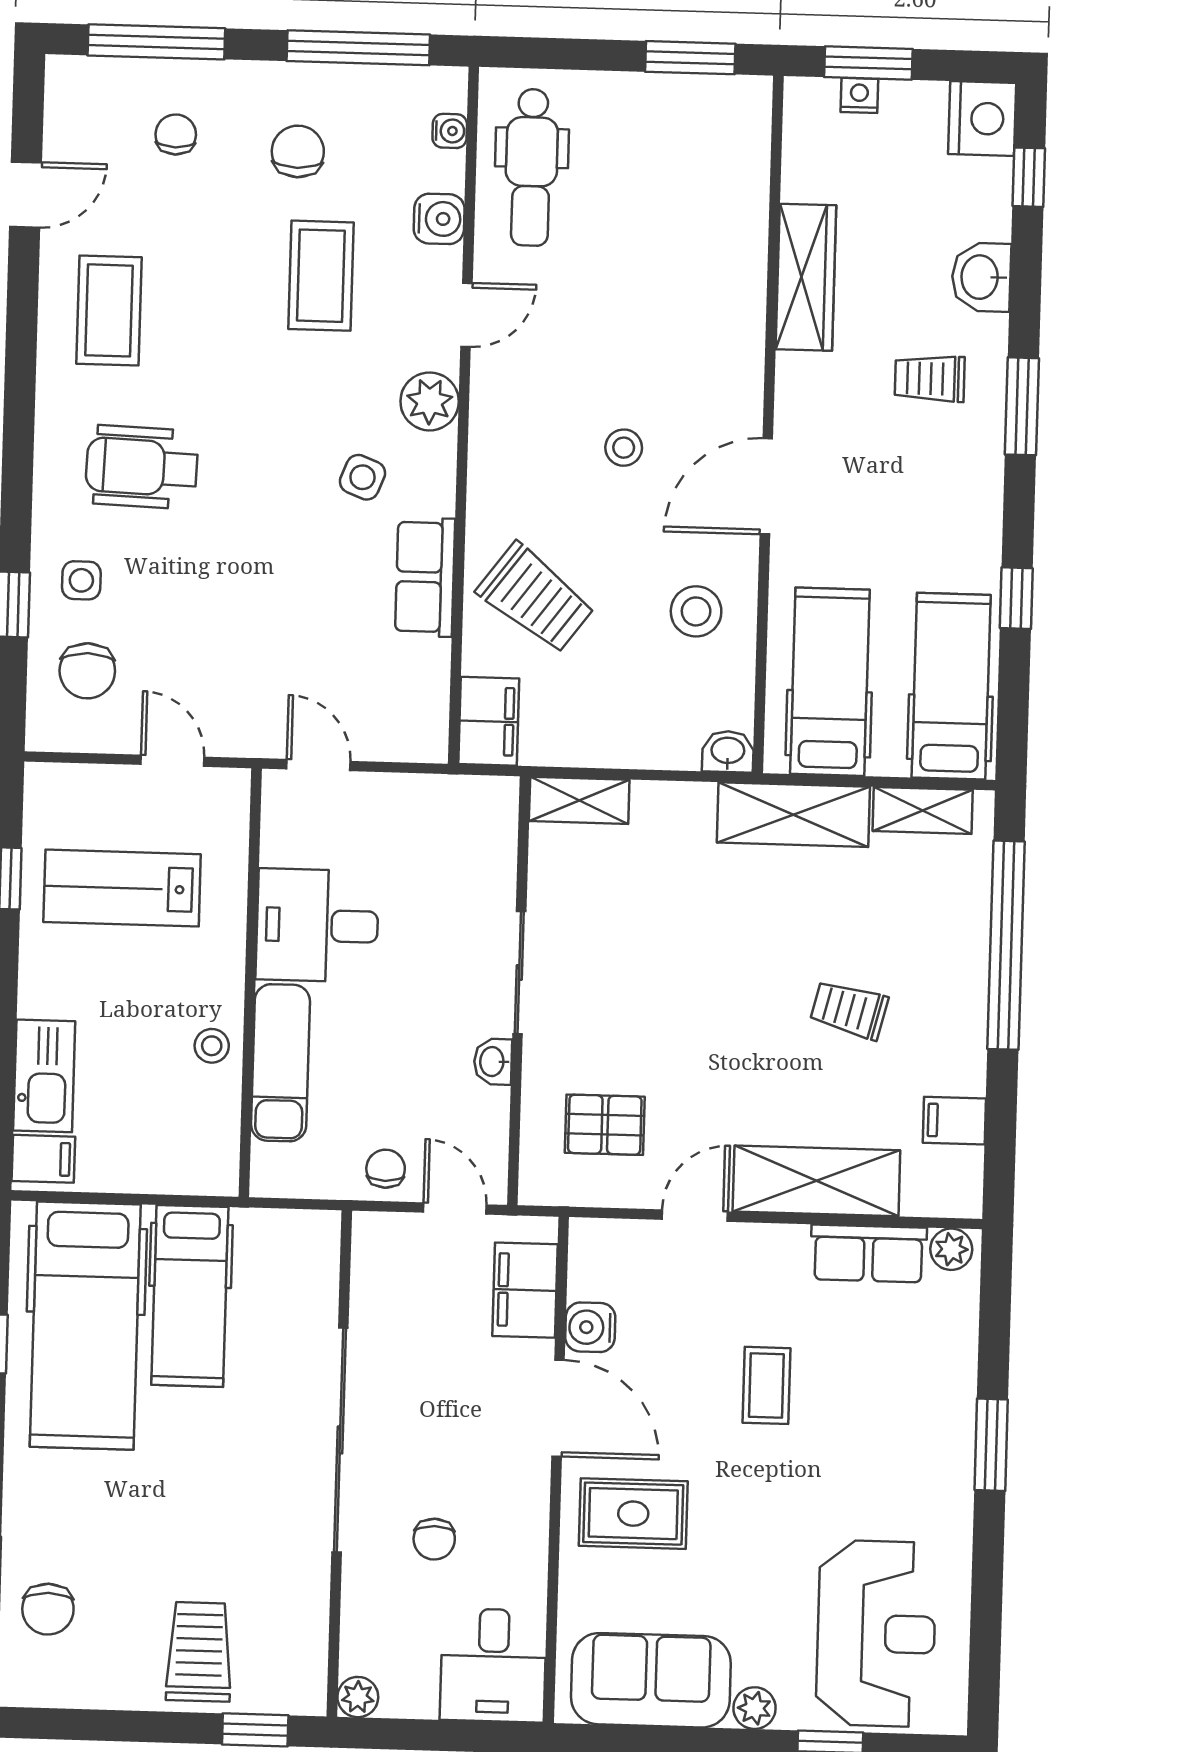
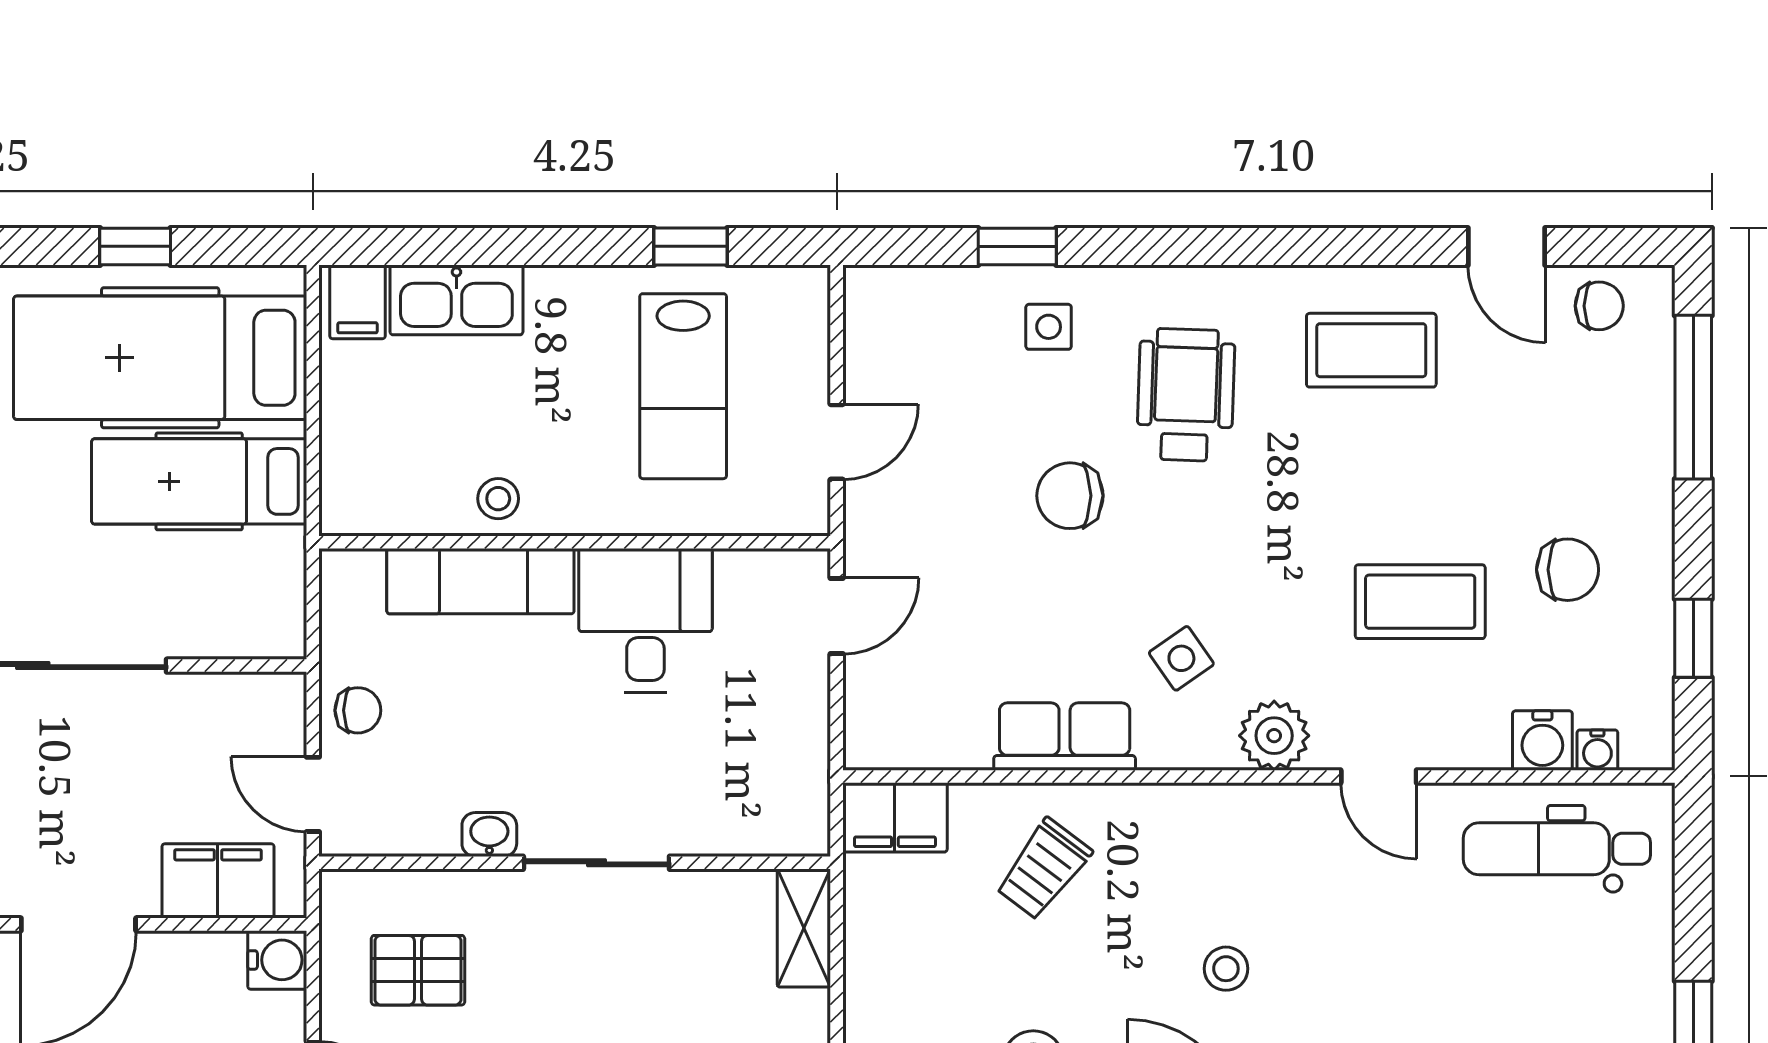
window: (358, 48) -> (1693, 638), width x0.46
chair: (176, 134) -> (1599, 306), moved
water cooler: (439, 219) -> (1542, 741), moved
side table: (362, 477) -> (1181, 658), turned 33
trolley: (536, 598) -> (1043, 869), width x0.73, depth x0.72
chair: (87, 671) -> (1070, 496), moved
lab bench: (122, 888) -> (683, 386), turned 180
pallet: (605, 1125) -> (418, 970), turned 90
door: (455, 1209) -> (313, 794), swing flipped
water cooler: (590, 1327) -> (277, 960), moved, turned 90

